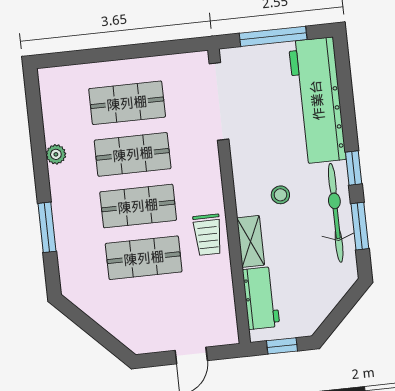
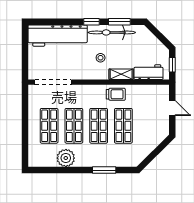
window: (273, 36) -> (25, 53), removed
plant: (56, 154) -> (66, 158), width x1.87, depth x1.87

